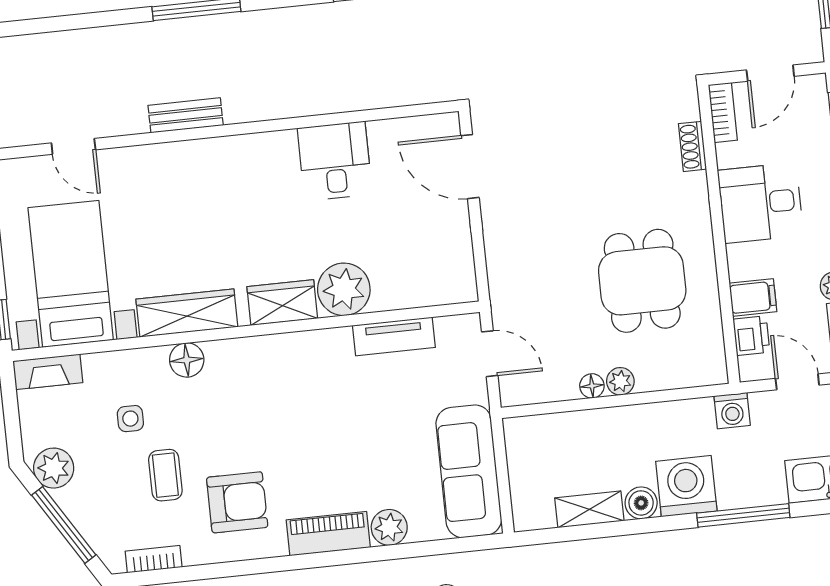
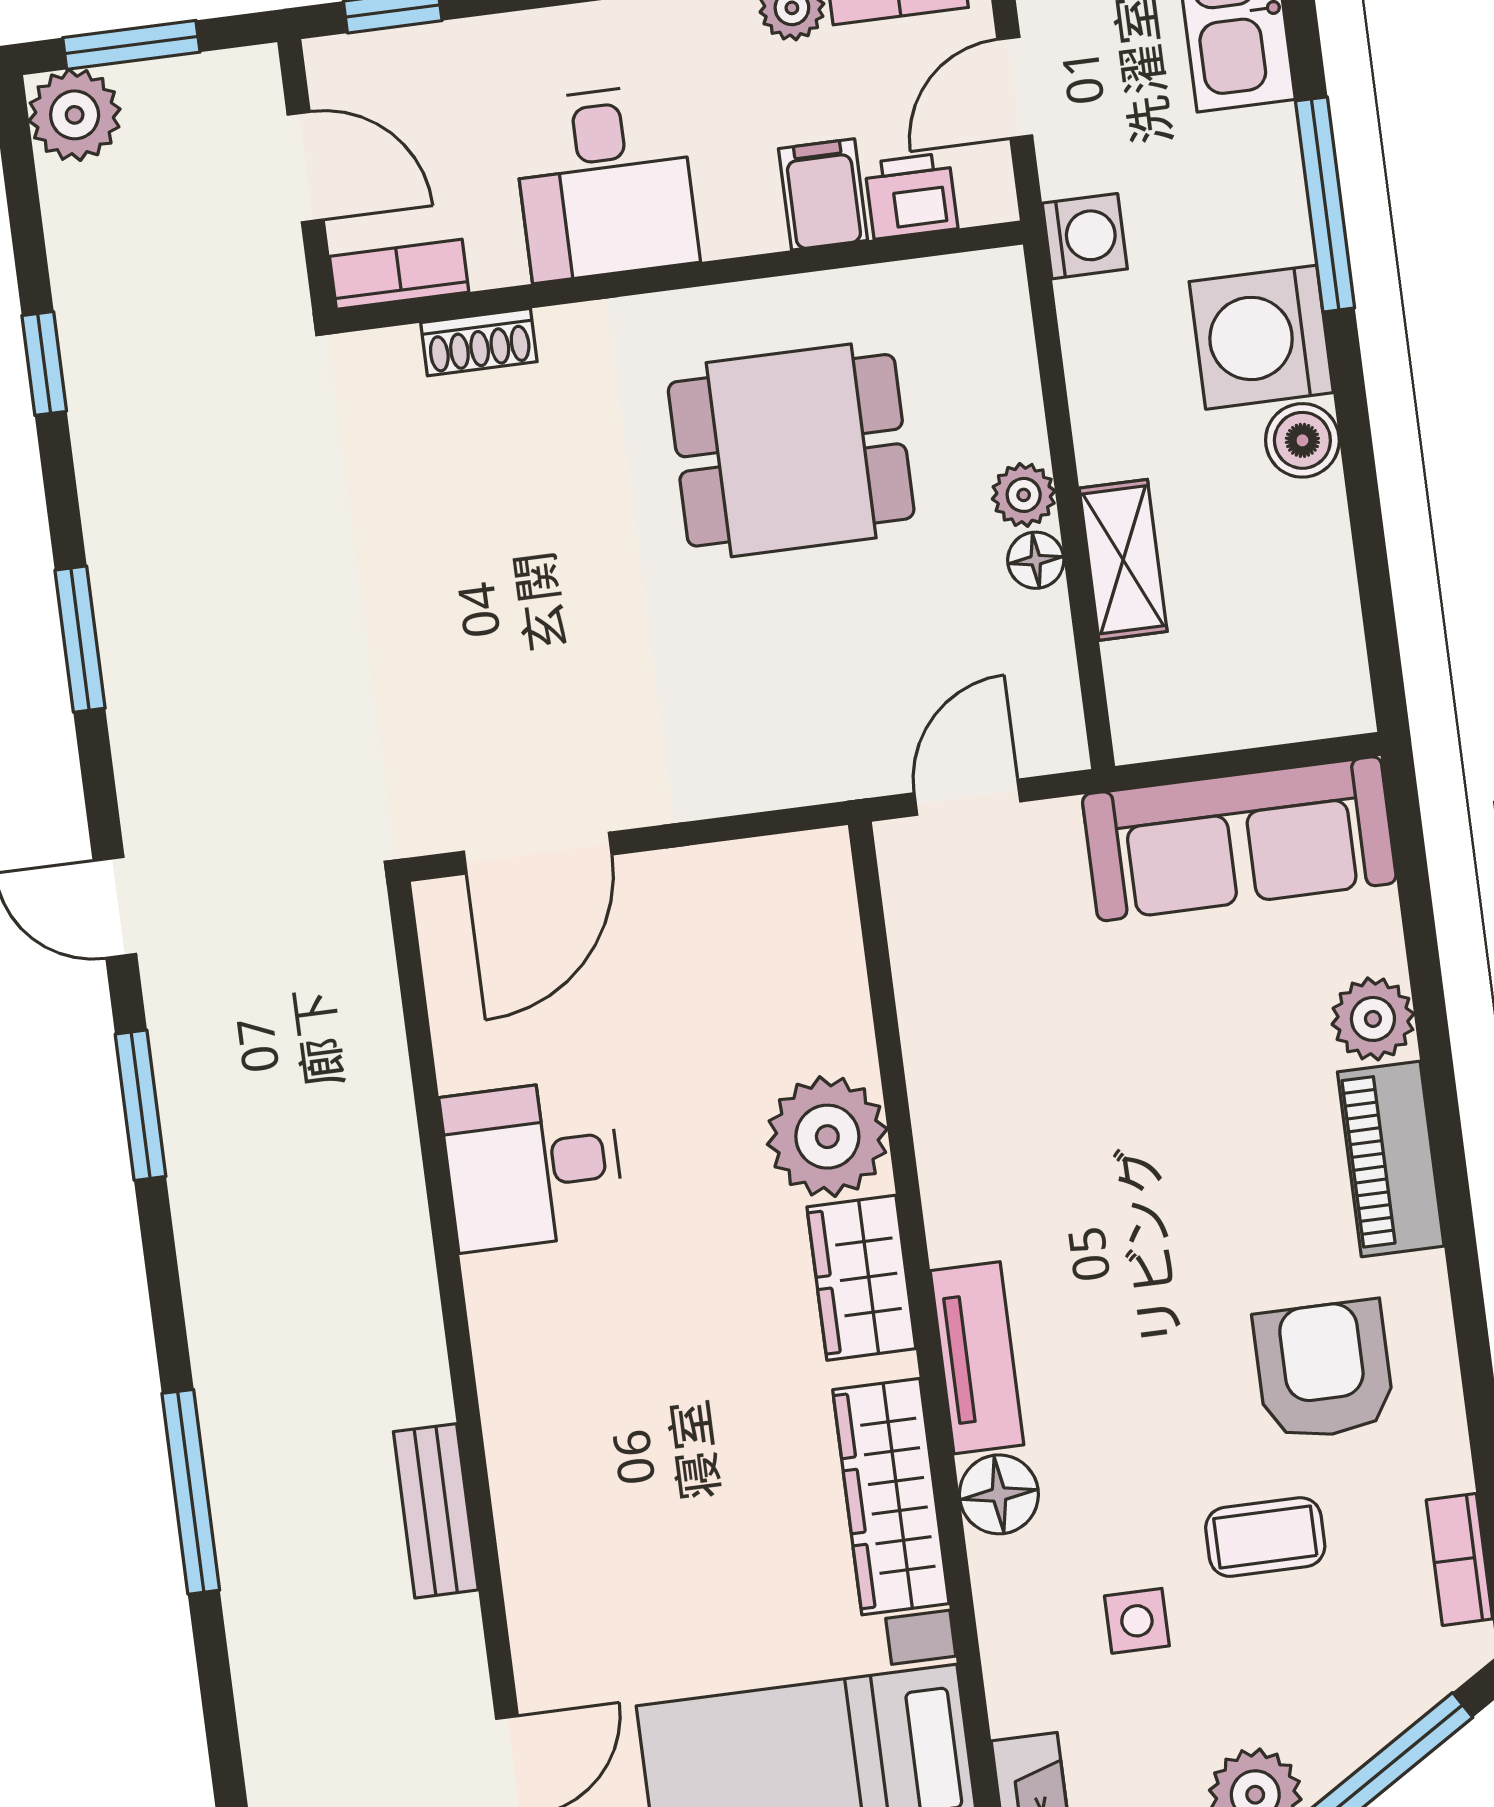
tv unit: (394, 336) -> (977, 1358), moved
shelving: (589, 509) -> (1123, 560), moved

